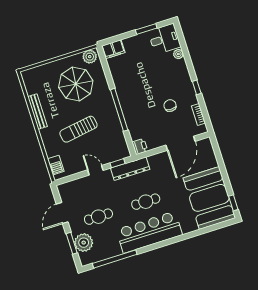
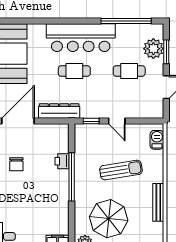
printer: (140, 146) -> (62, 161), moved
dresser: (130, 169) -> (59, 111), moved

